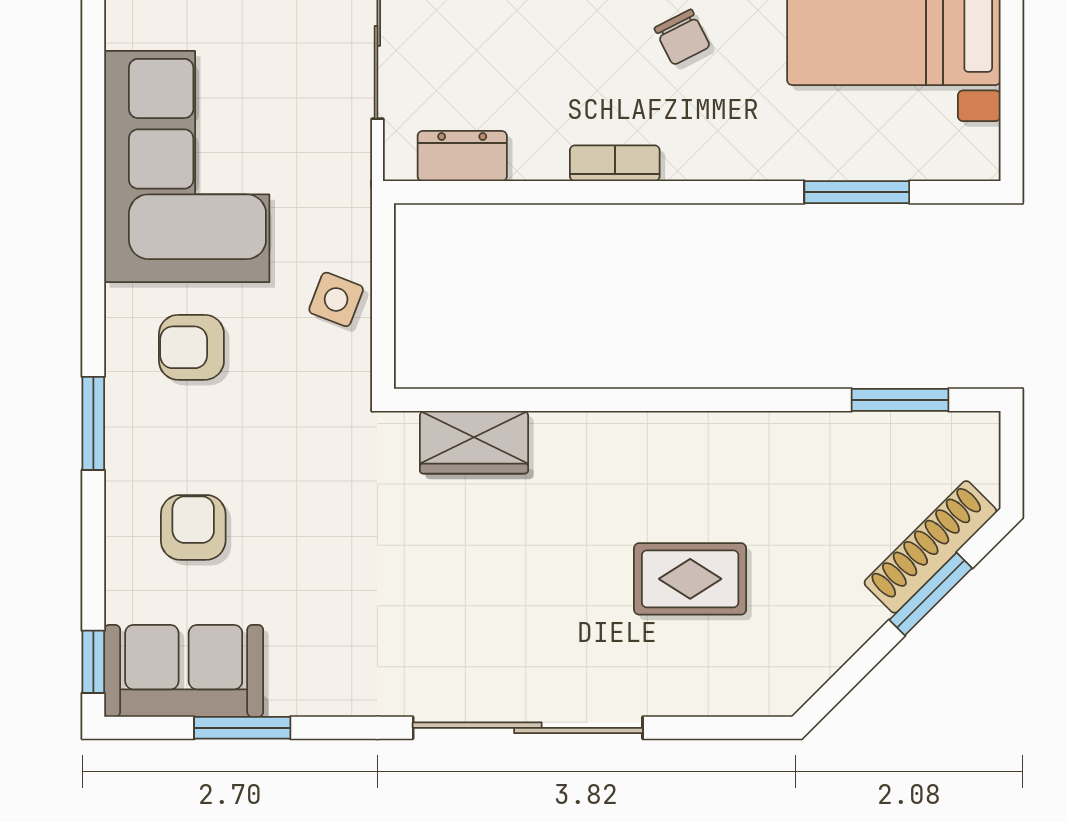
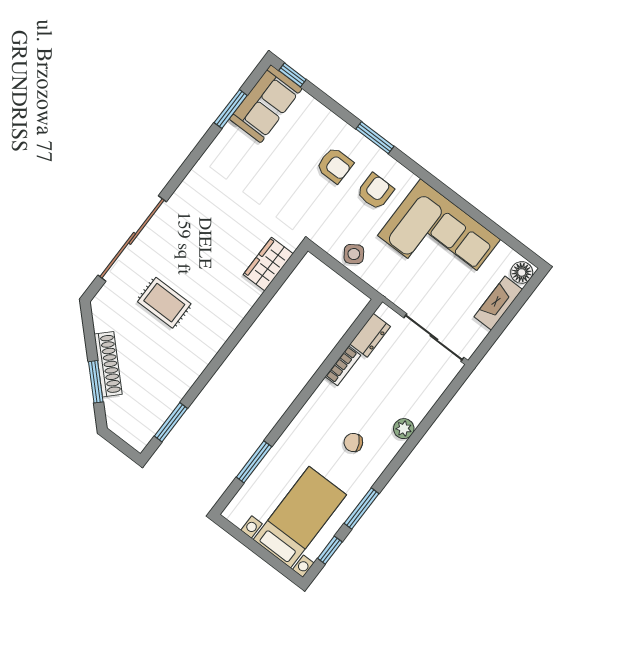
bookcase: (615, 163) -> (343, 366), moved
side table: (336, 299) -> (354, 254), turned 35
armchair: (193, 527) -> (335, 165), moved
shoe rack: (930, 547) -> (108, 364), moved
rug: (690, 579) -> (164, 303), turned 90
sliding door: (528, 728) -> (132, 238), moved

